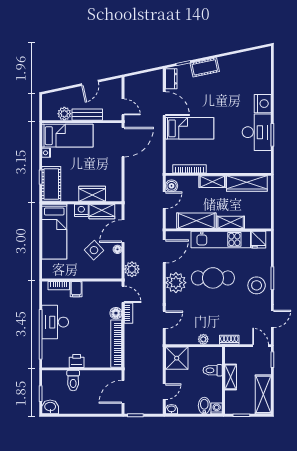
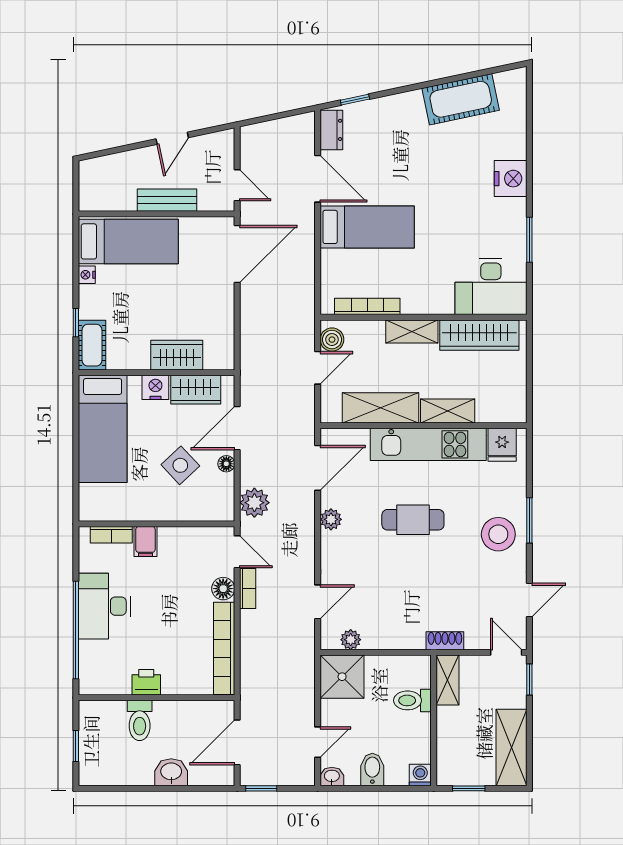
cot: (205, 67) -> (461, 99), moved, width x1.37, depth x1.34
plant: (64, 114) -> (122, 198), removed
desk: (257, 132) -> (491, 287), moved, turned 90
cot: (51, 184) -> (92, 345), width x0.73, depth x0.75
cafe table: (213, 278) -> (413, 520), width x0.73, depth x0.74
plant: (176, 283) -> (331, 519), width x0.53, depth x0.53
plant: (203, 339) -> (351, 640), moved
shelving: (231, 377) -> (447, 680), moved
bidet: (204, 406) -> (372, 769), moved
washbasin: (50, 407) -> (171, 772), moved

